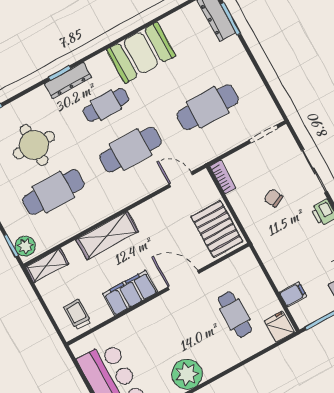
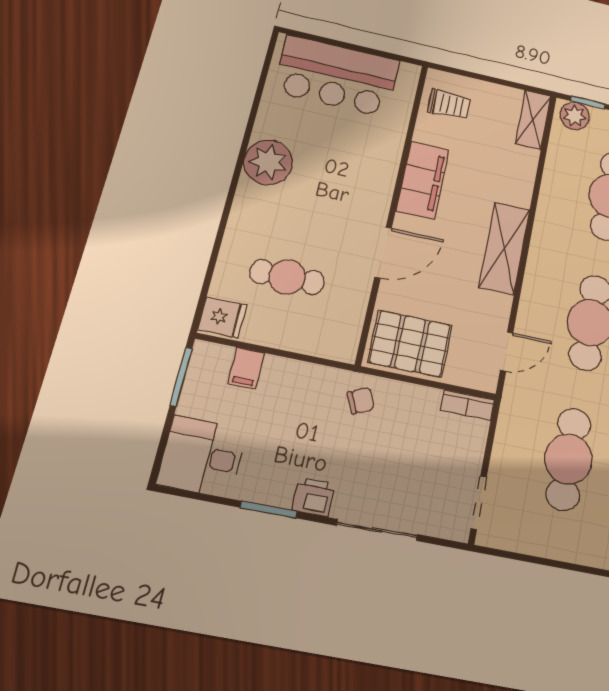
chair: (274, 198) -> (361, 401), moved
shelving: (107, 236) -> (504, 248), moved

